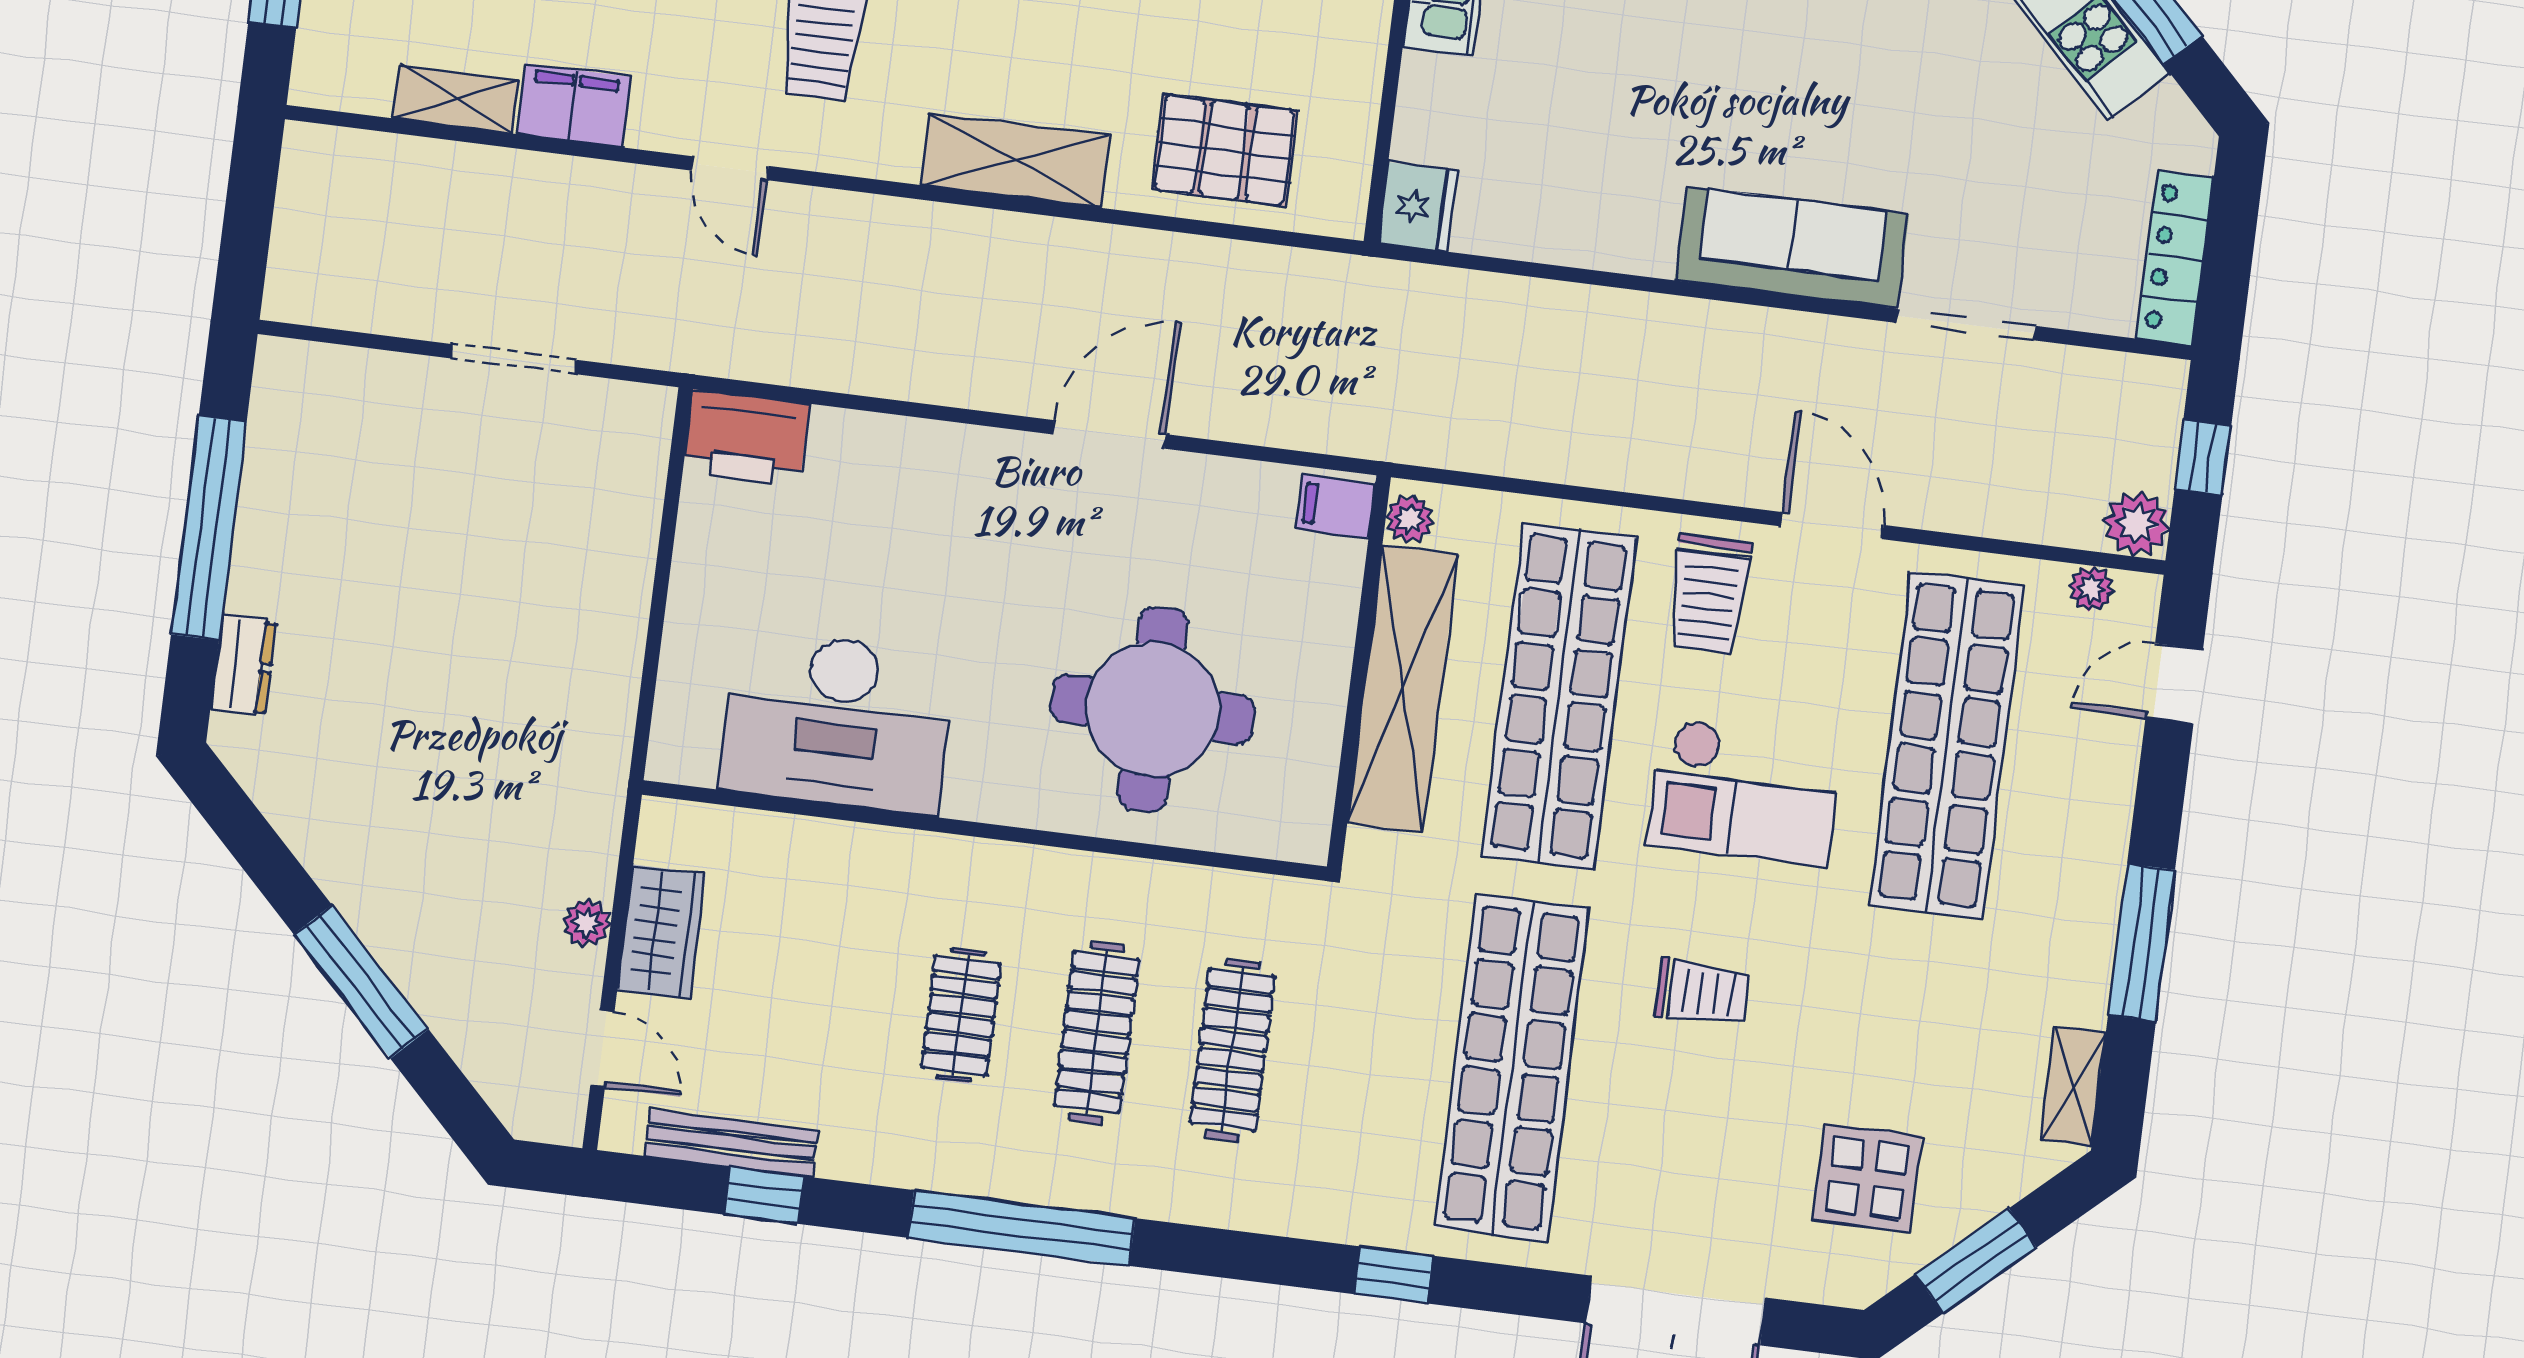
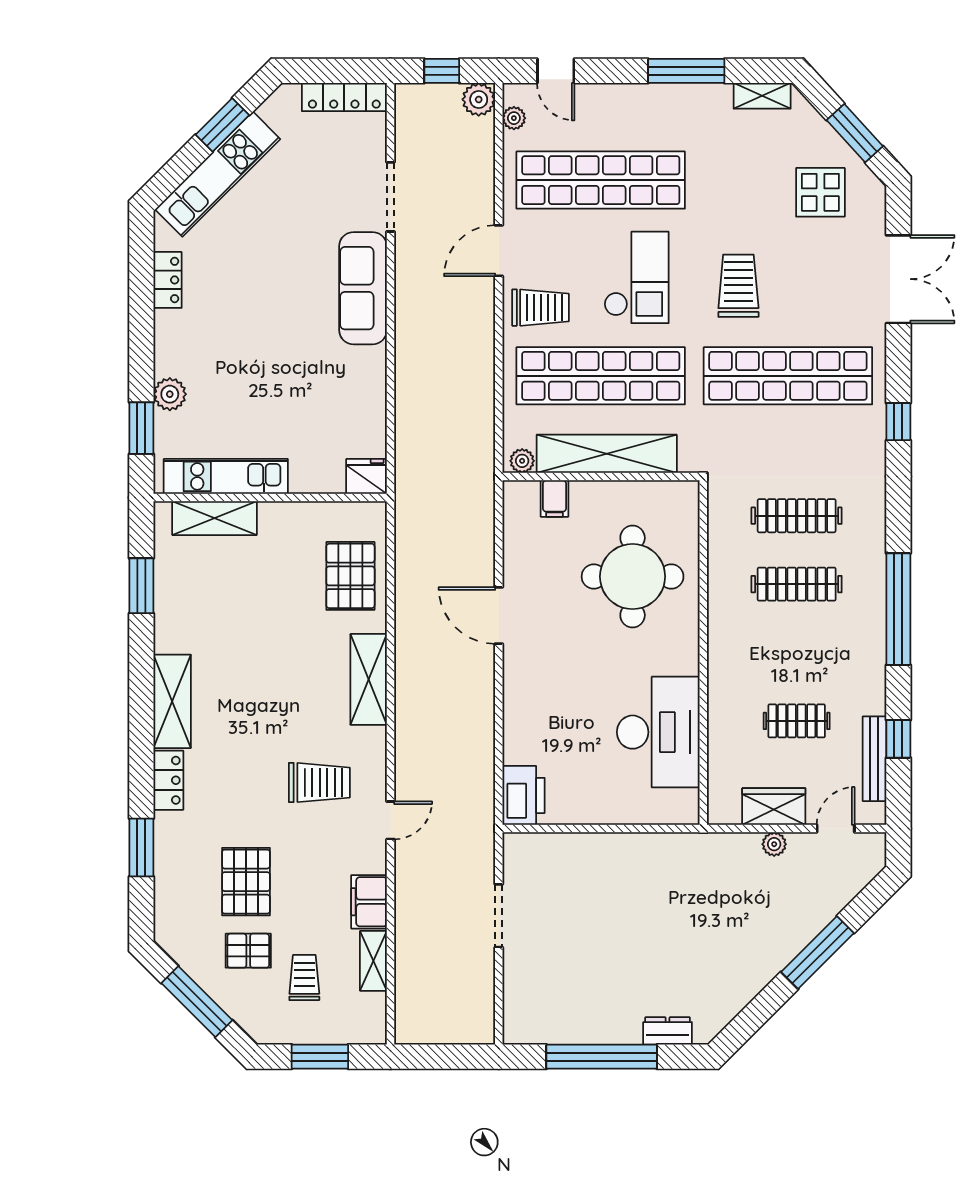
filing cabinet: (1336, 506) -> (554, 498), moved
trolley: (1703, 992) -> (738, 286), width x1.36, depth x1.39
clothes rail: (961, 1015) -> (797, 721), moved

